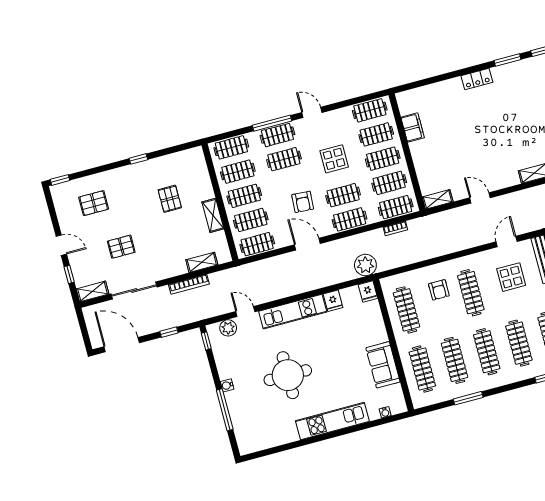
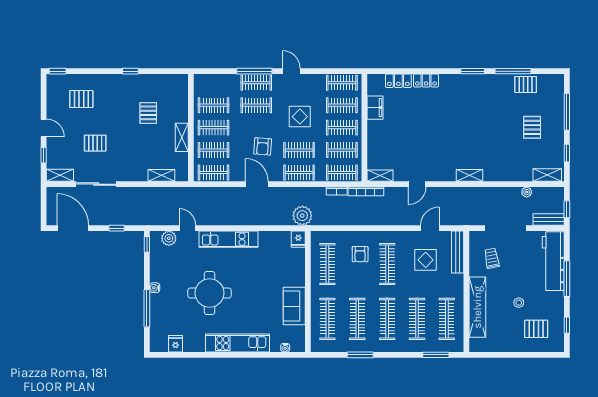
locker: (477, 79) -> (426, 80), moved
locker: (430, 92) -> (398, 81), added
clothes rail: (231, 147) -> (213, 83), removed
door: (480, 198) -> (417, 184), swing flipped
bookcase: (189, 284) -> (366, 191), moved
fridge: (333, 301) -> (175, 344), moved, turned 180

